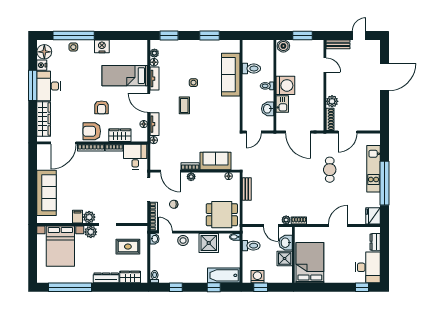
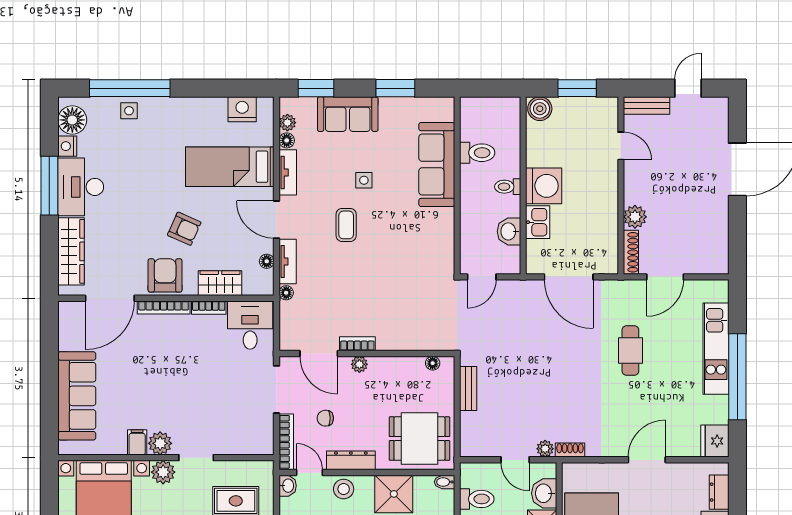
nightstand: (102, 46) -> (242, 109), moved
armchair: (102, 107) -> (184, 229), turned -66
armchair: (92, 131) -> (165, 275), turned 90
sofa: (215, 161) -> (348, 114), moved, turned 180
dresser: (187, 226) -> (351, 460), added

